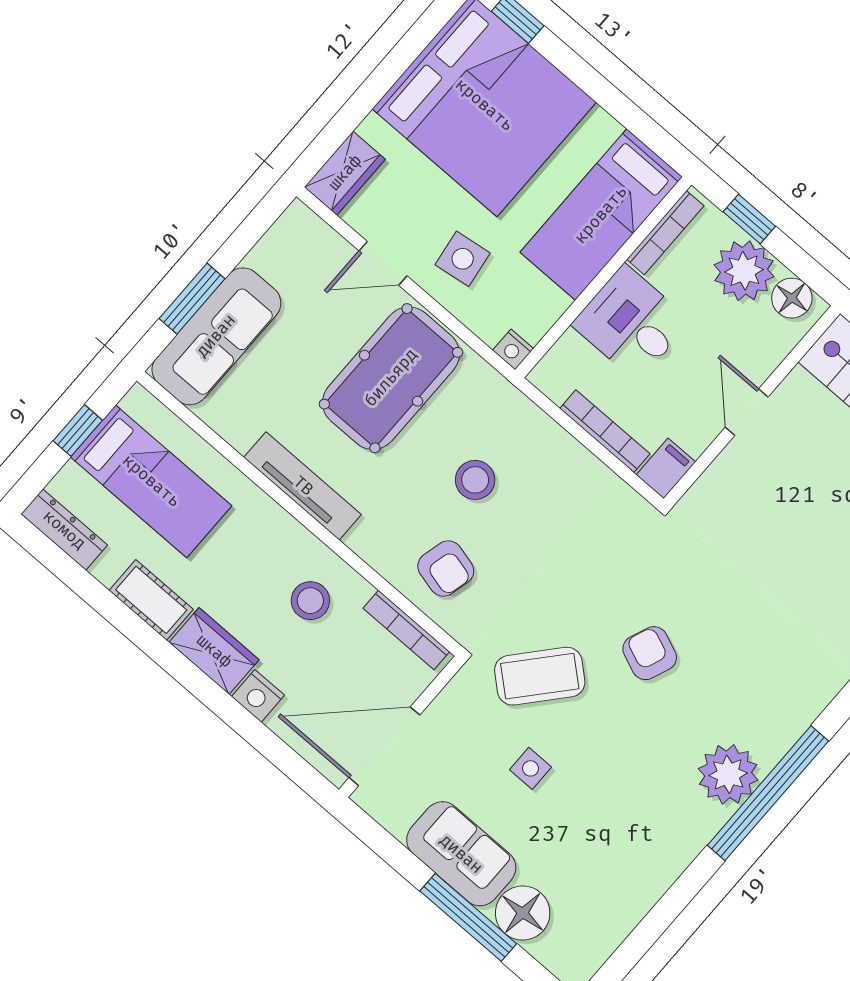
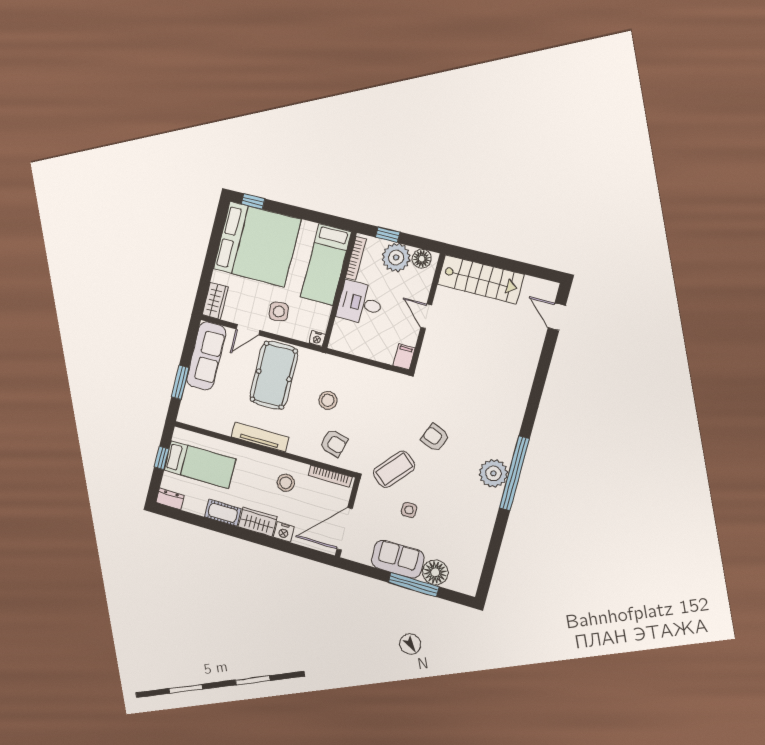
sofa: (216, 336) -> (206, 356), moved
bookcase: (605, 431) -> (371, 354), removed
dresser: (64, 530) -> (170, 499), width x0.70

